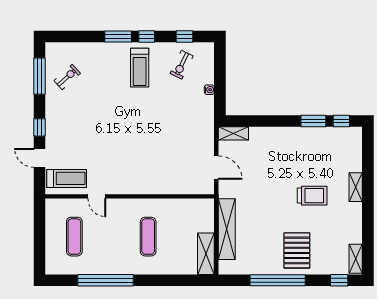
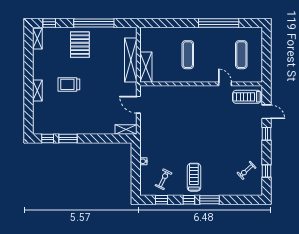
window: (39, 76) -> (267, 171), width x0.46
shelving: (206, 254) -> (146, 67), moved

